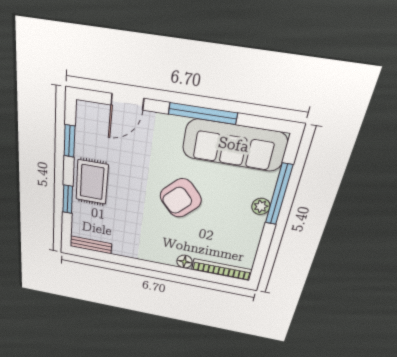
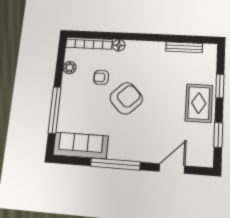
sofa: (234, 145) -> (81, 145), width x0.74, depth x0.79
plant: (261, 206) -> (70, 68), moved
armchair: (210, 228) -> (101, 77), added
bench: (91, 245) -> (184, 47), moved

